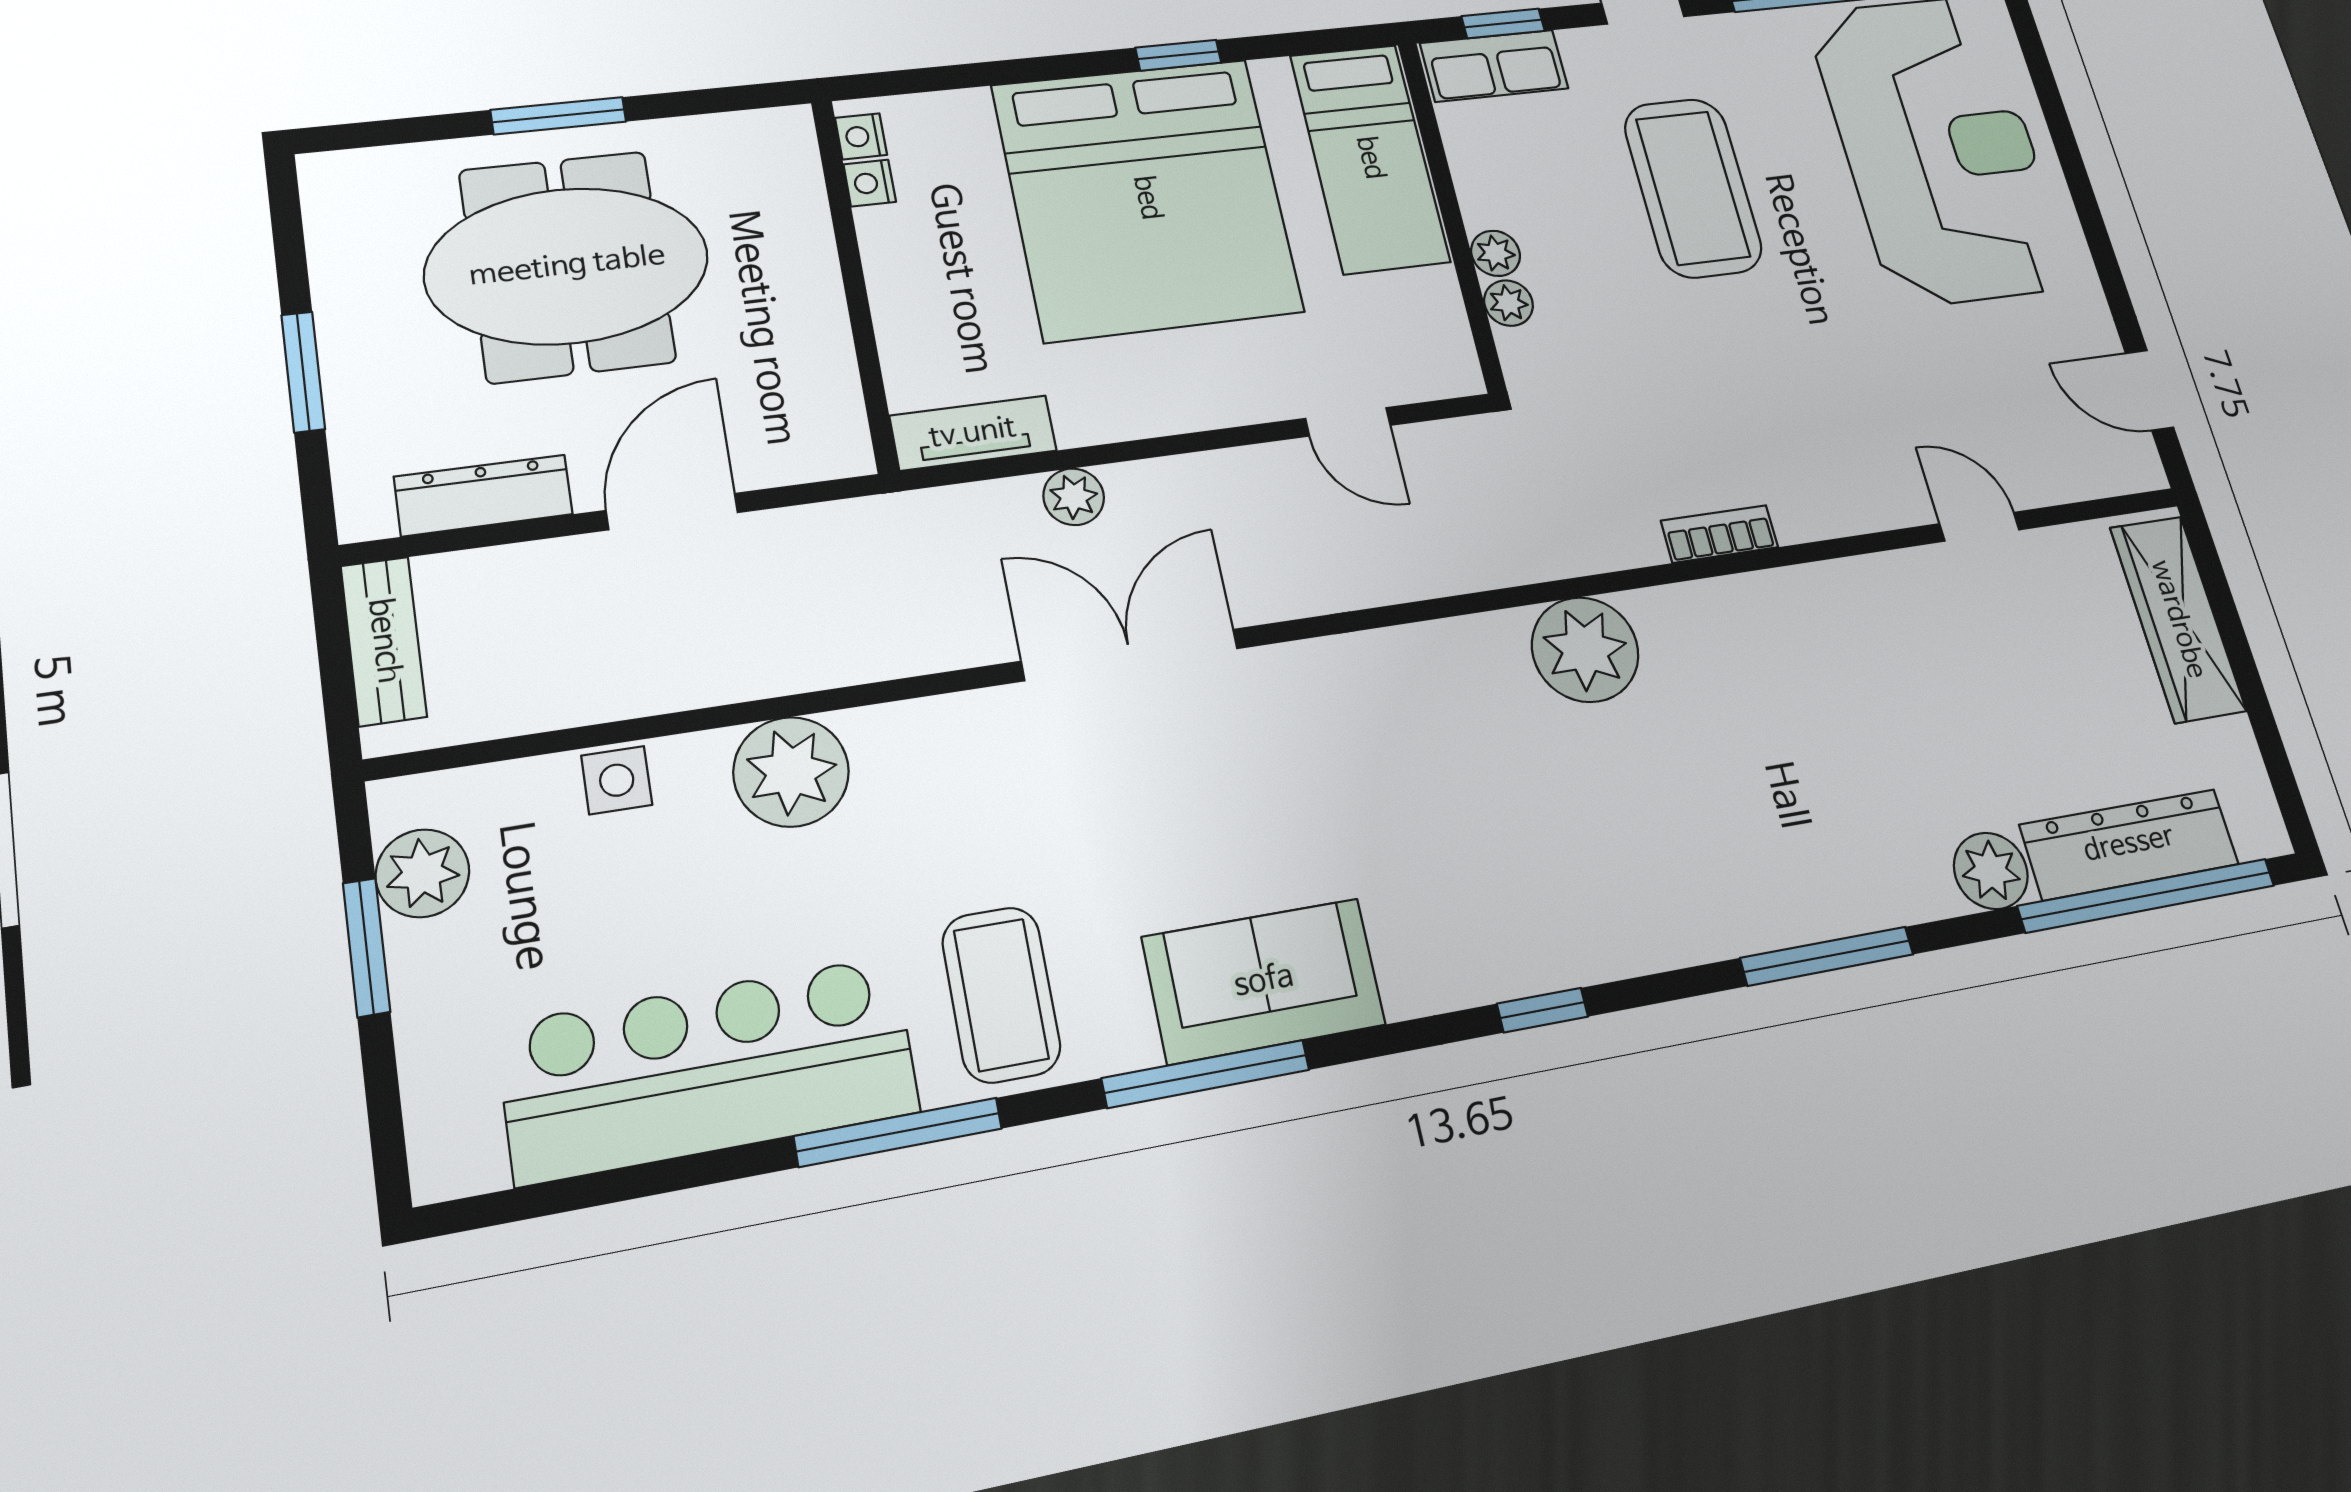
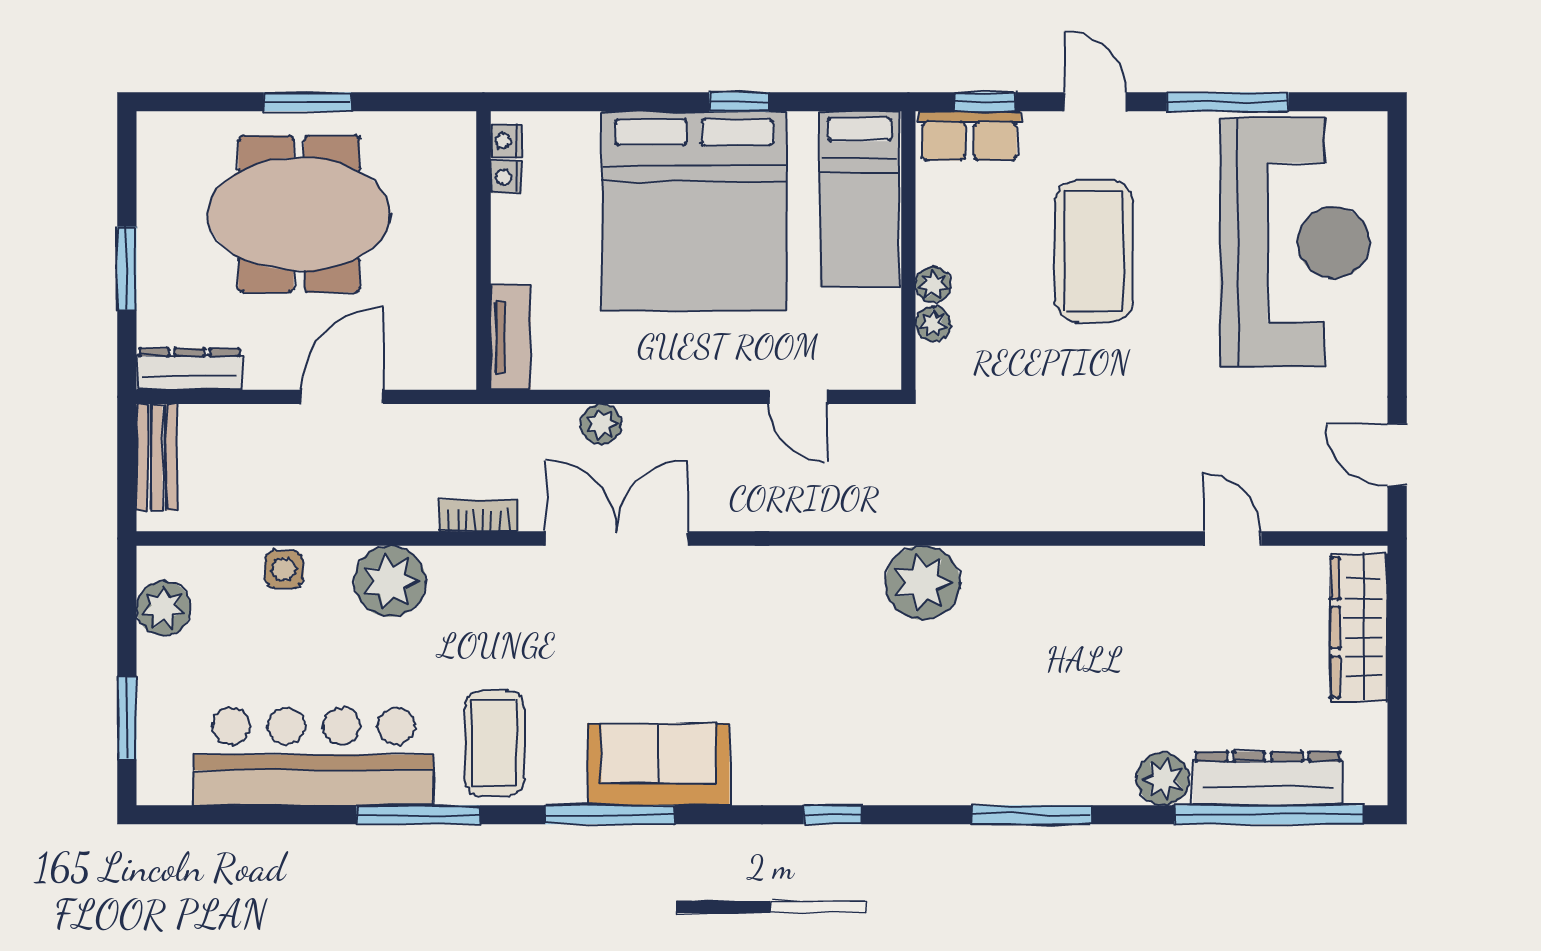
tv unit: (973, 433) -> (511, 337), moved, turned 90
dresser: (483, 495) -> (189, 369), moved
bookcase: (1720, 534) -> (479, 516), moved
window: (366, 947) -> (127, 718), moved

